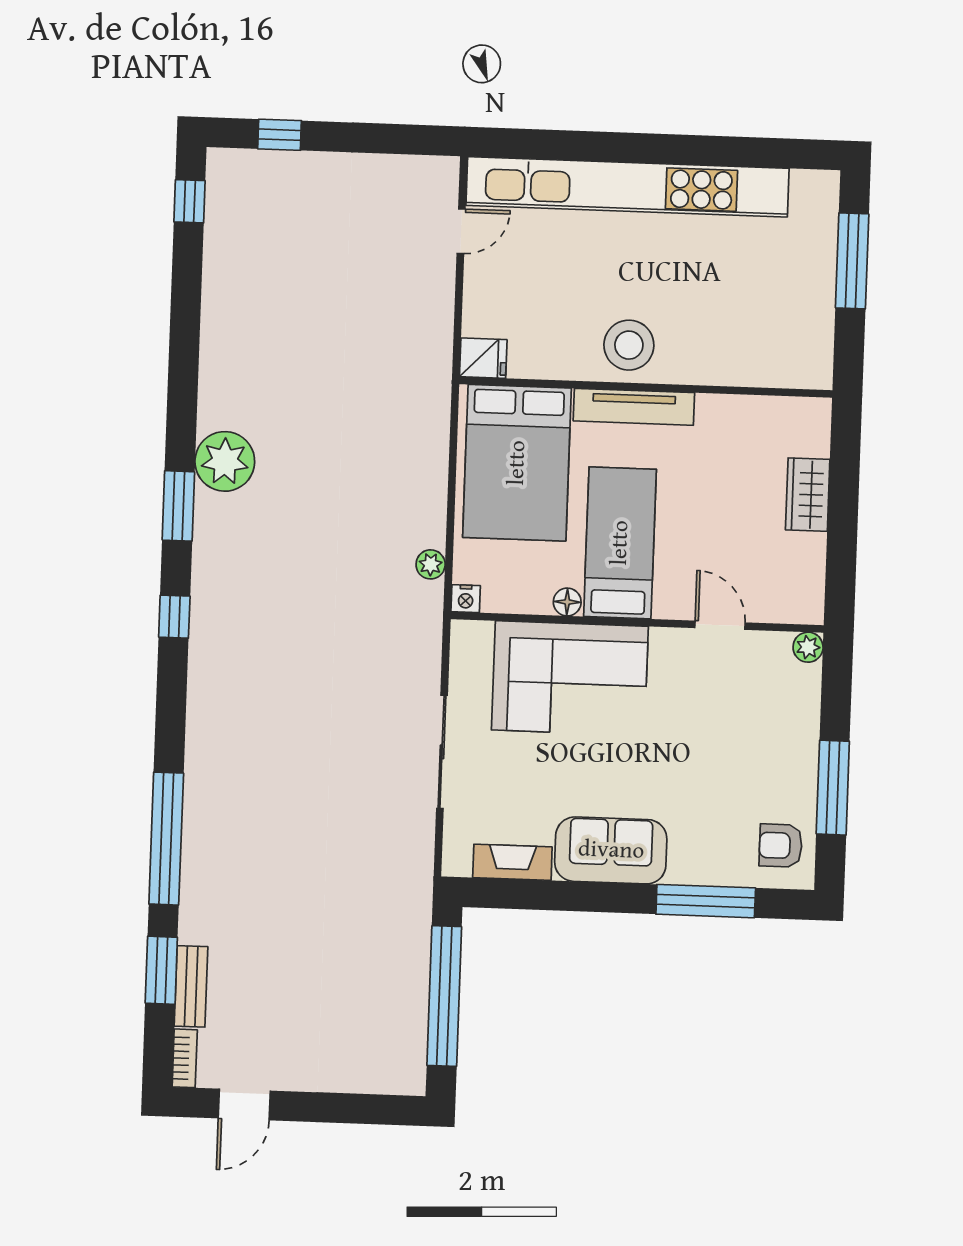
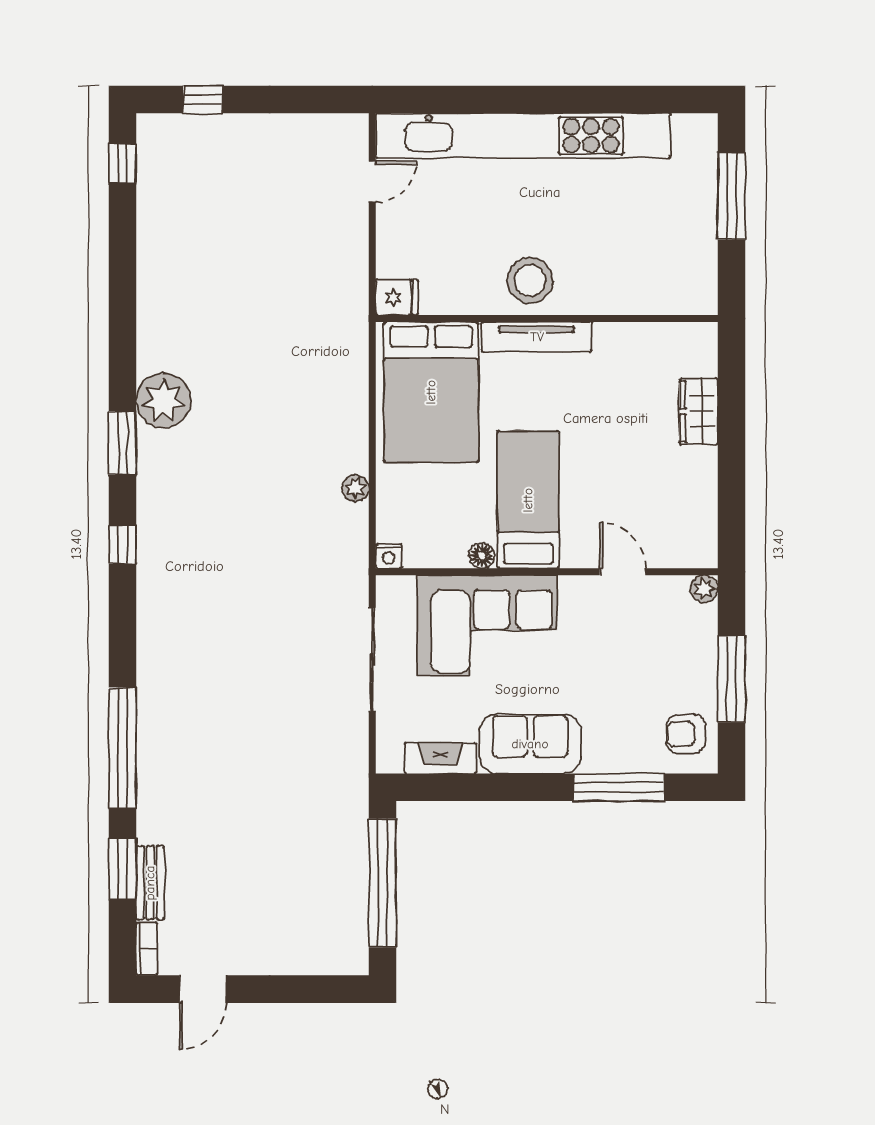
bed: (620, 543) -> (528, 500), moved
nightstand: (466, 599) -> (389, 556), moved
floor lamp: (567, 602) -> (482, 556), moved
wall: (637, 622) -> (547, 572), moved
door: (720, 625) -> (623, 572), moved
plant: (808, 647) -> (704, 589), moved
corner sofa: (570, 678) -> (487, 625), moved

